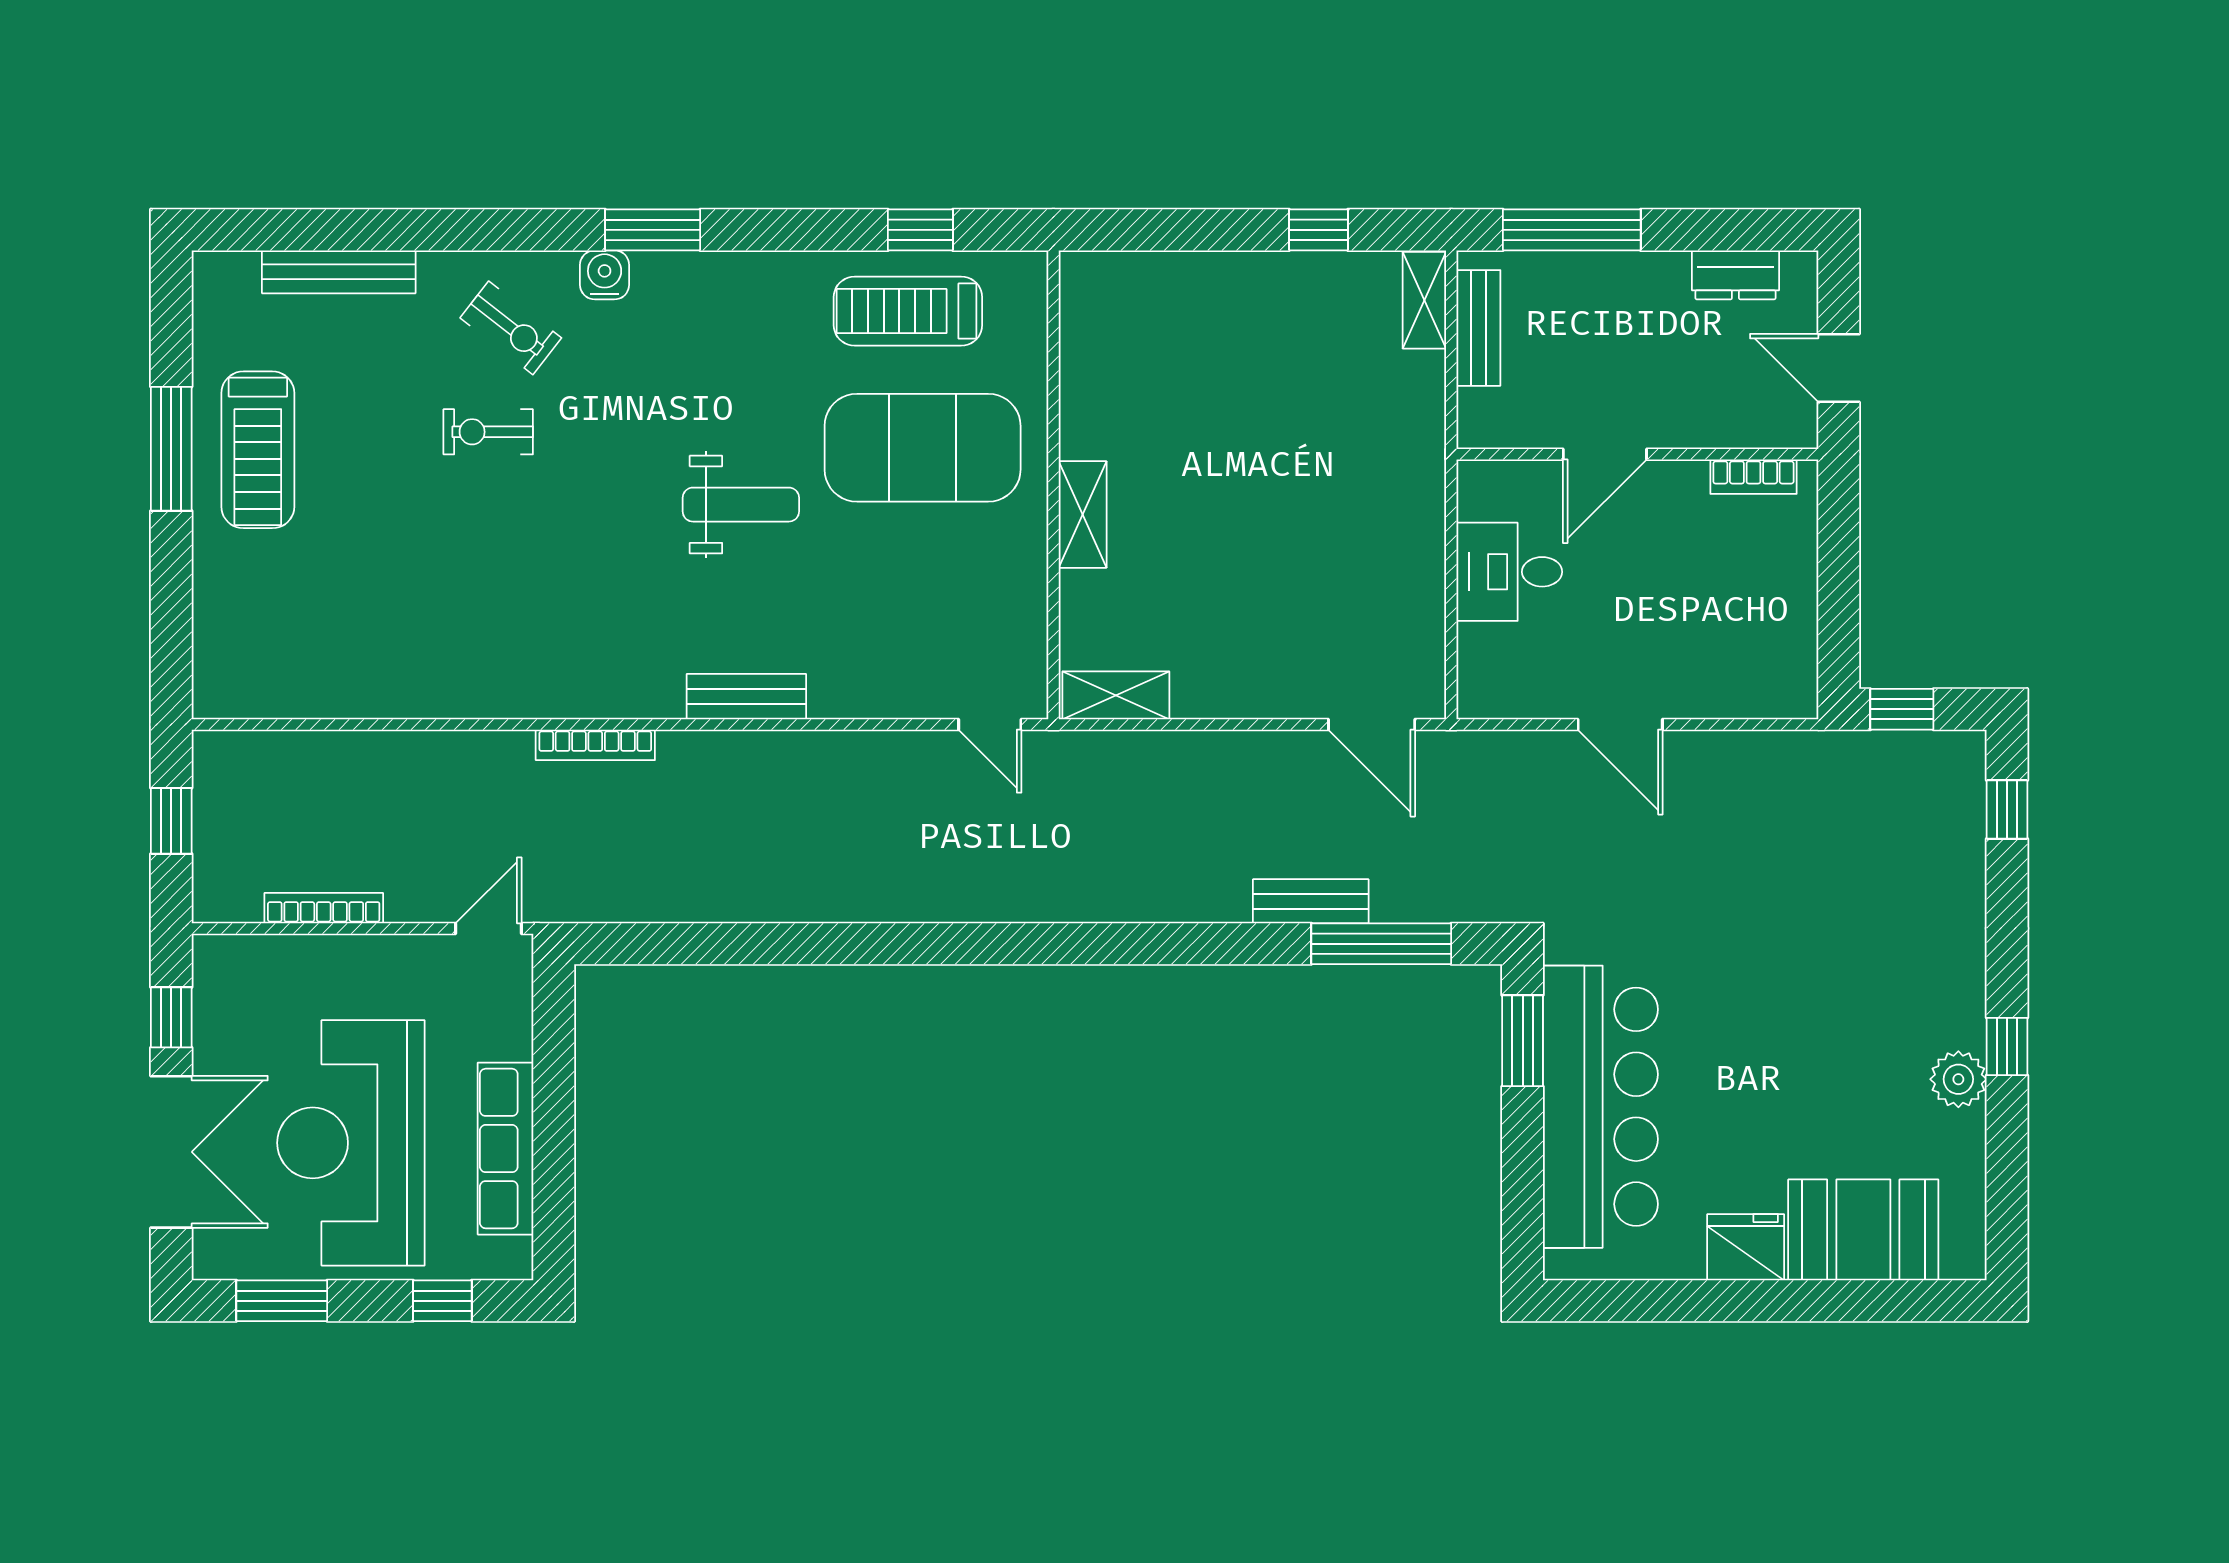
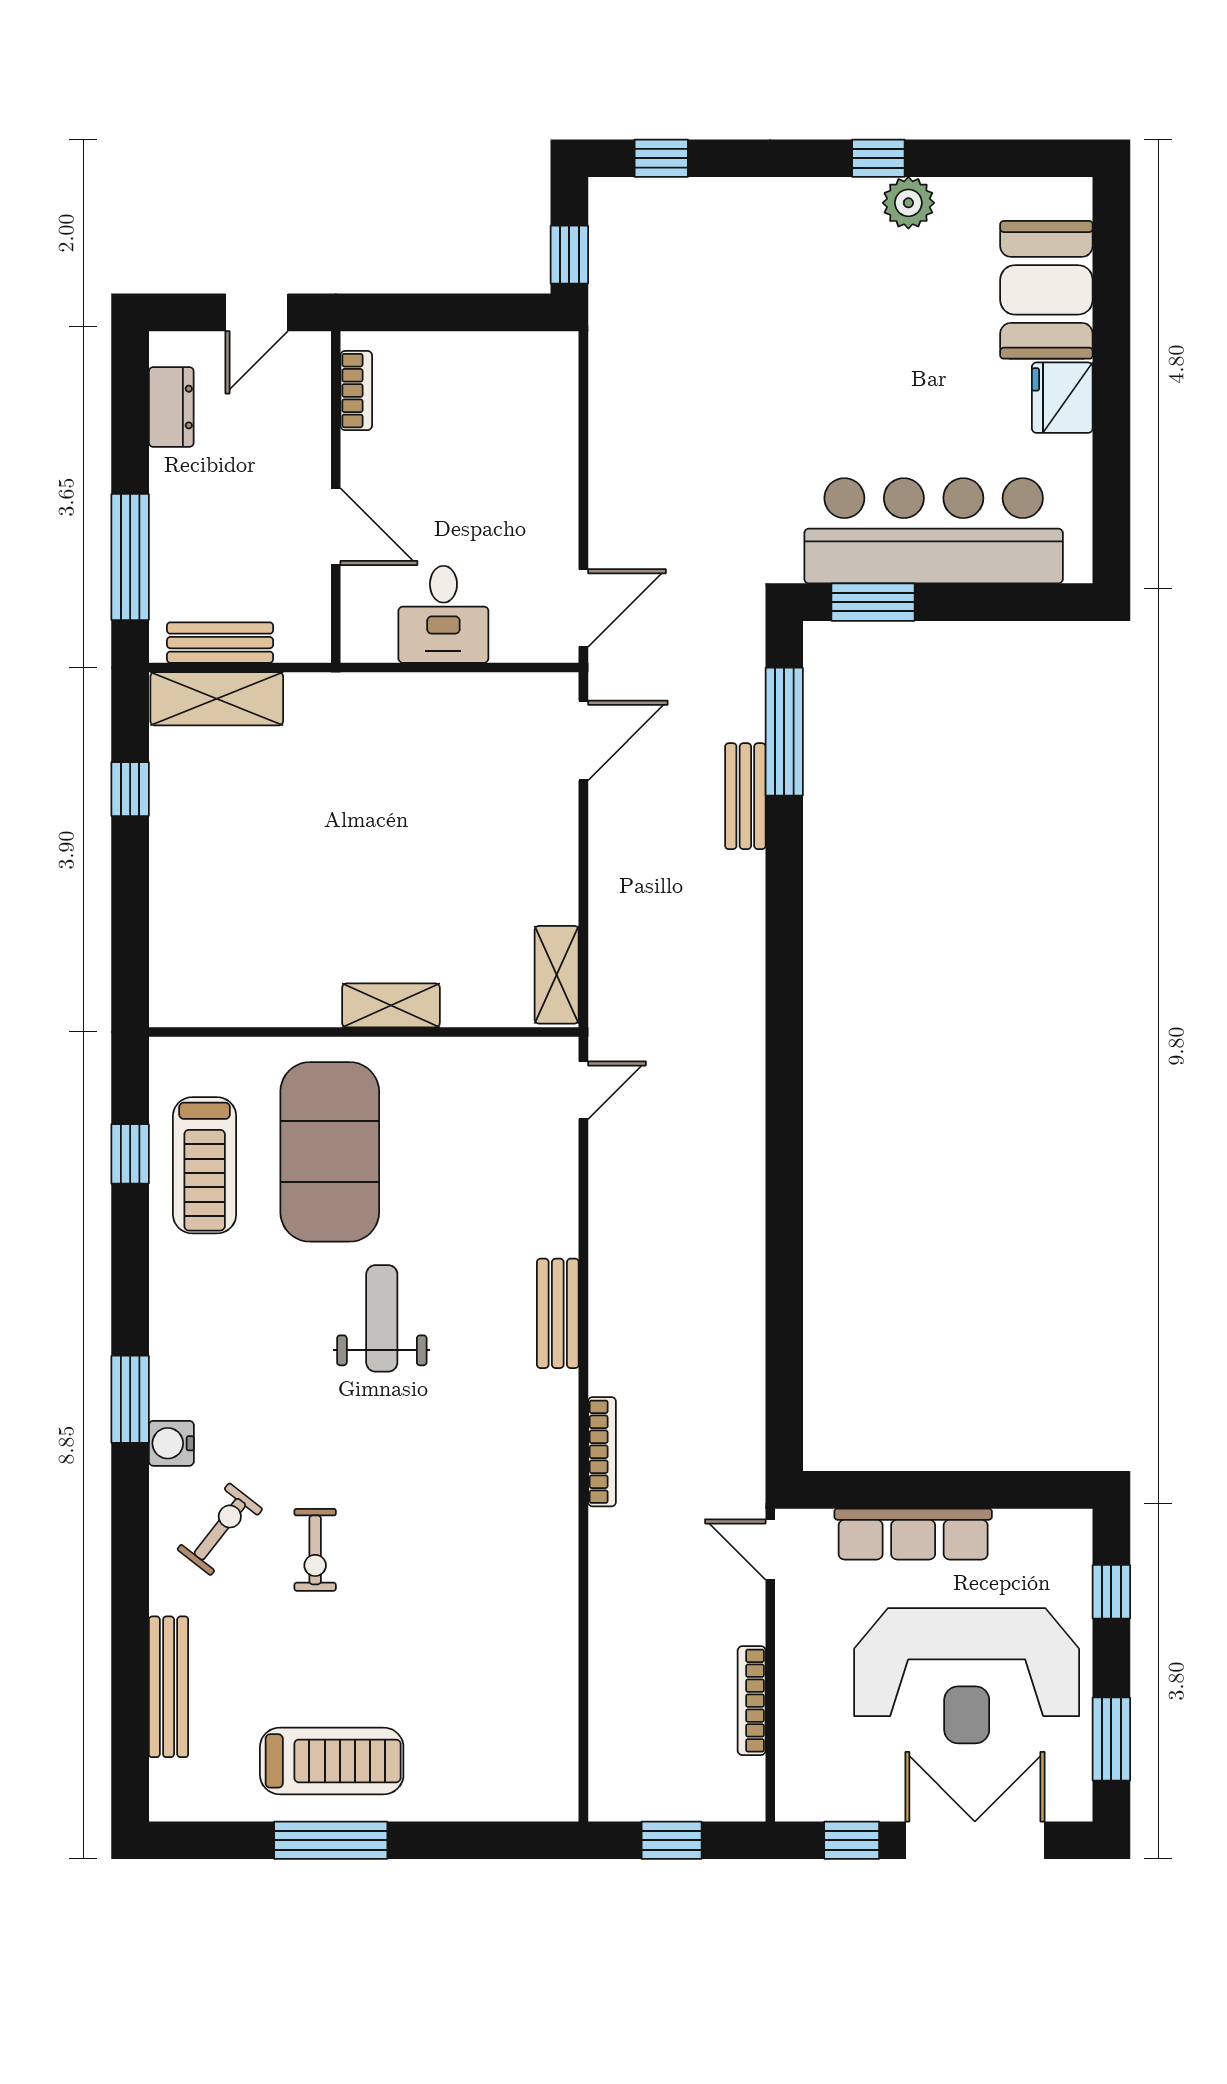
shelving: (1424, 300) -> (217, 699), width x1.50, depth x1.33
door: (1620, 725) -> (583, 608), moved
row of seats: (505, 1149) -> (913, 1534), moved

